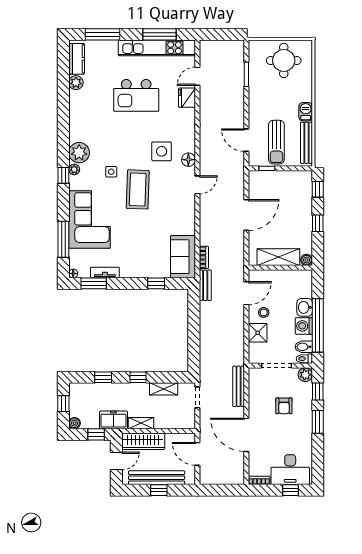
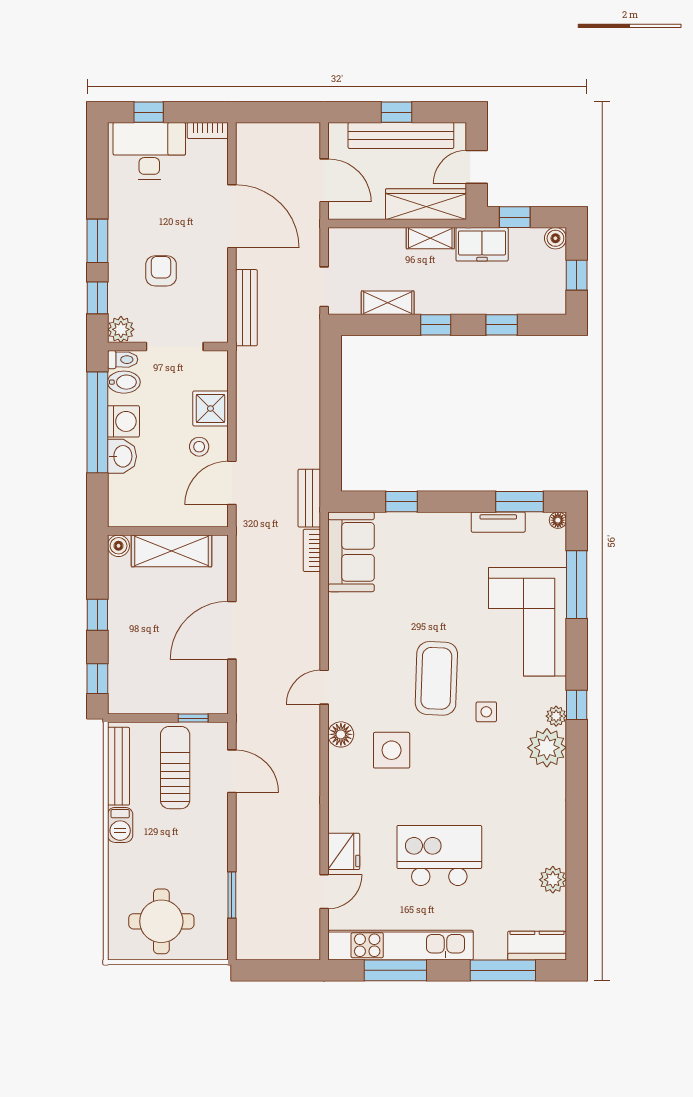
kitchen counter: (77, 59) -> (537, 946), moved, turned 90

